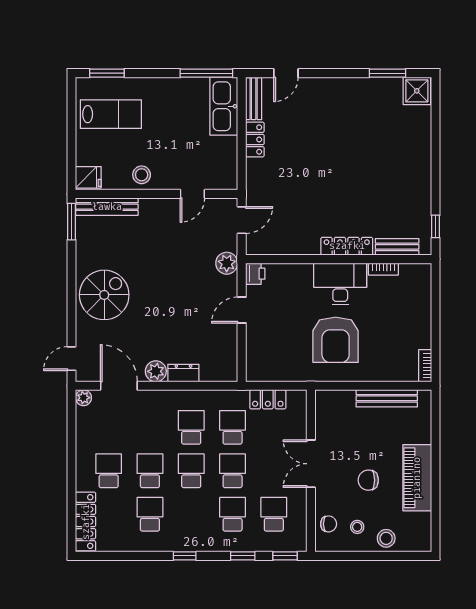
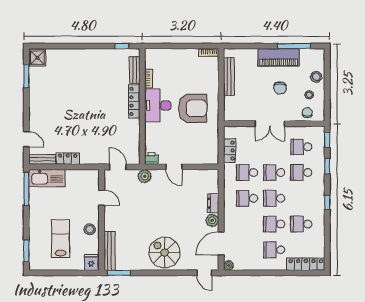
lab bench: (111, 114) -> (61, 239), moved
window: (436, 503) -> (294, 46), added

